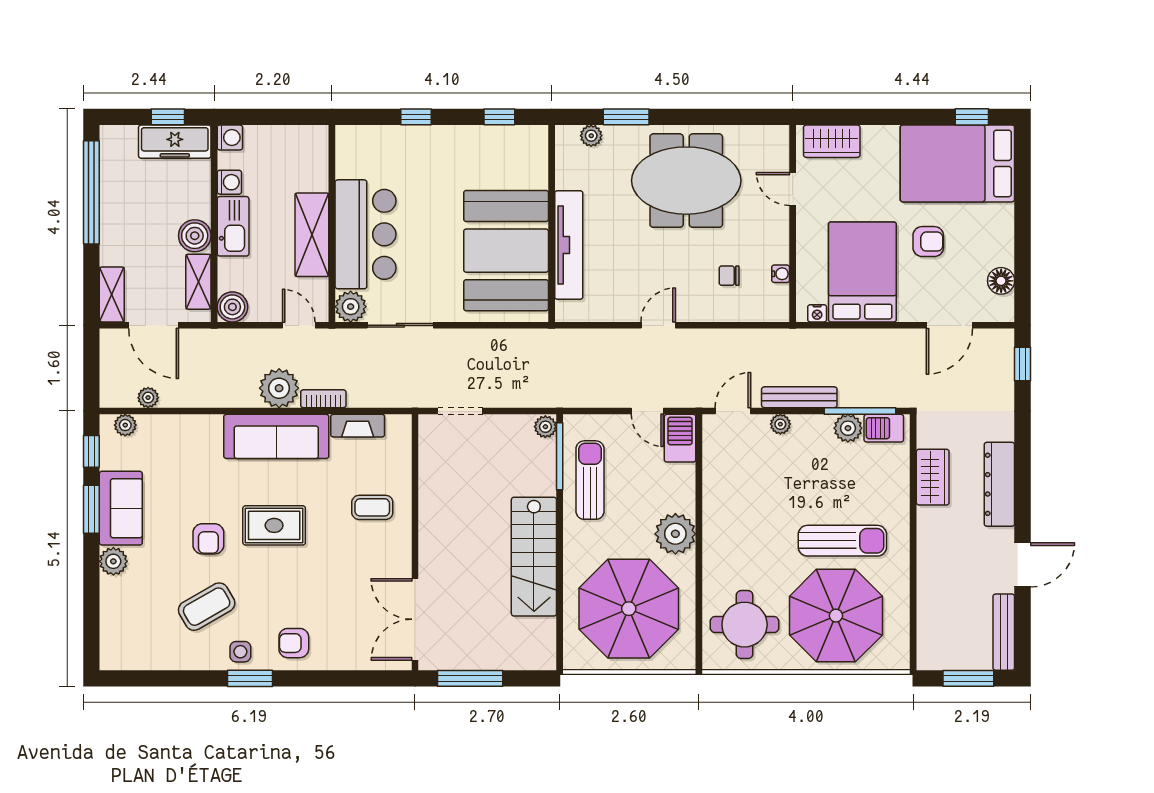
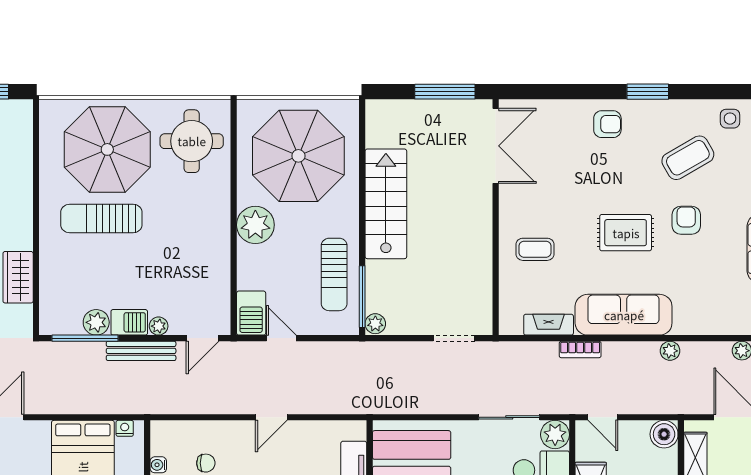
plant: (279, 388) -> (670, 351), moved, width x0.53, depth x0.53
barbecue: (884, 428) -> (129, 322), moved
side table: (240, 652) -> (730, 119), moved

